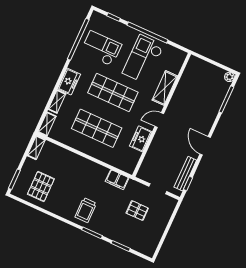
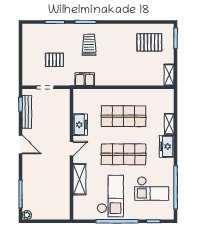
shelving: (47, 124) -> (169, 100), removed
pallet: (41, 186) -> (149, 42), turned 90
trolley: (86, 210) -> (89, 45), moved

